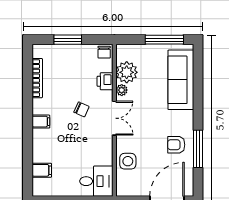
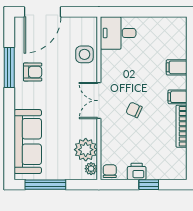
window: (68, 40) -> (149, 185), width x0.67
bookcase: (37, 78) -> (181, 126), moved
printer: (105, 81) -> (137, 171), moved, turned -90
plant: (122, 90) -> (91, 169), moved
filing cabinet: (42, 170) -> (177, 67), moved

